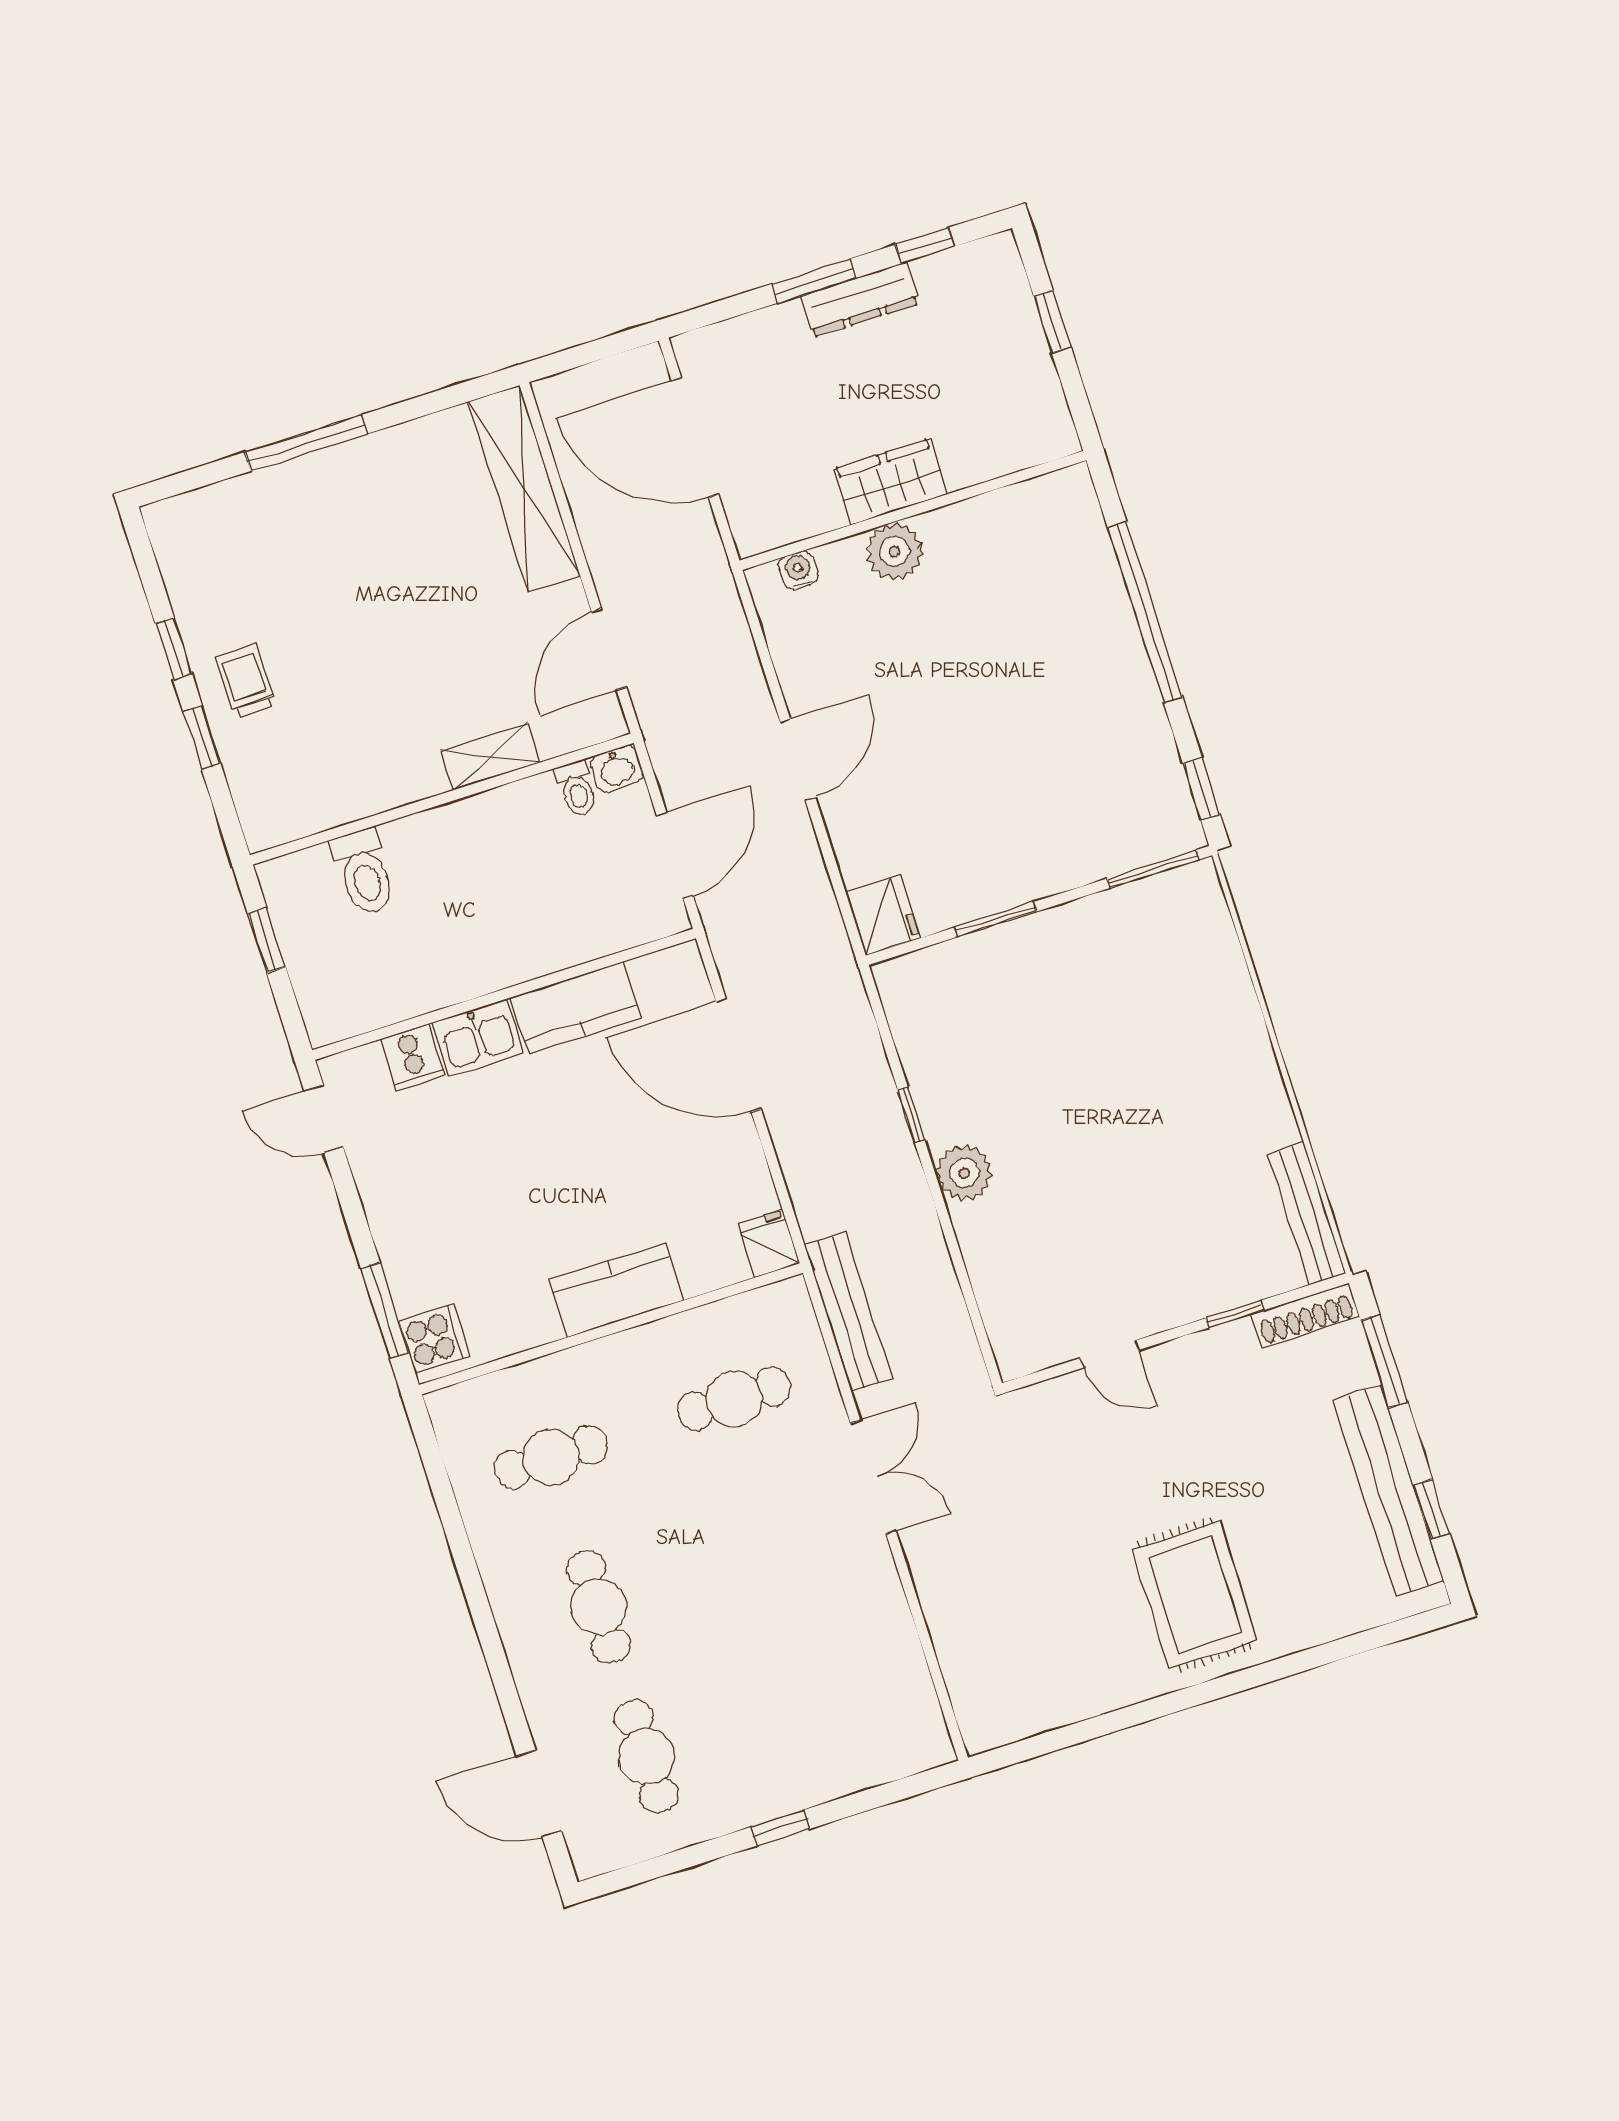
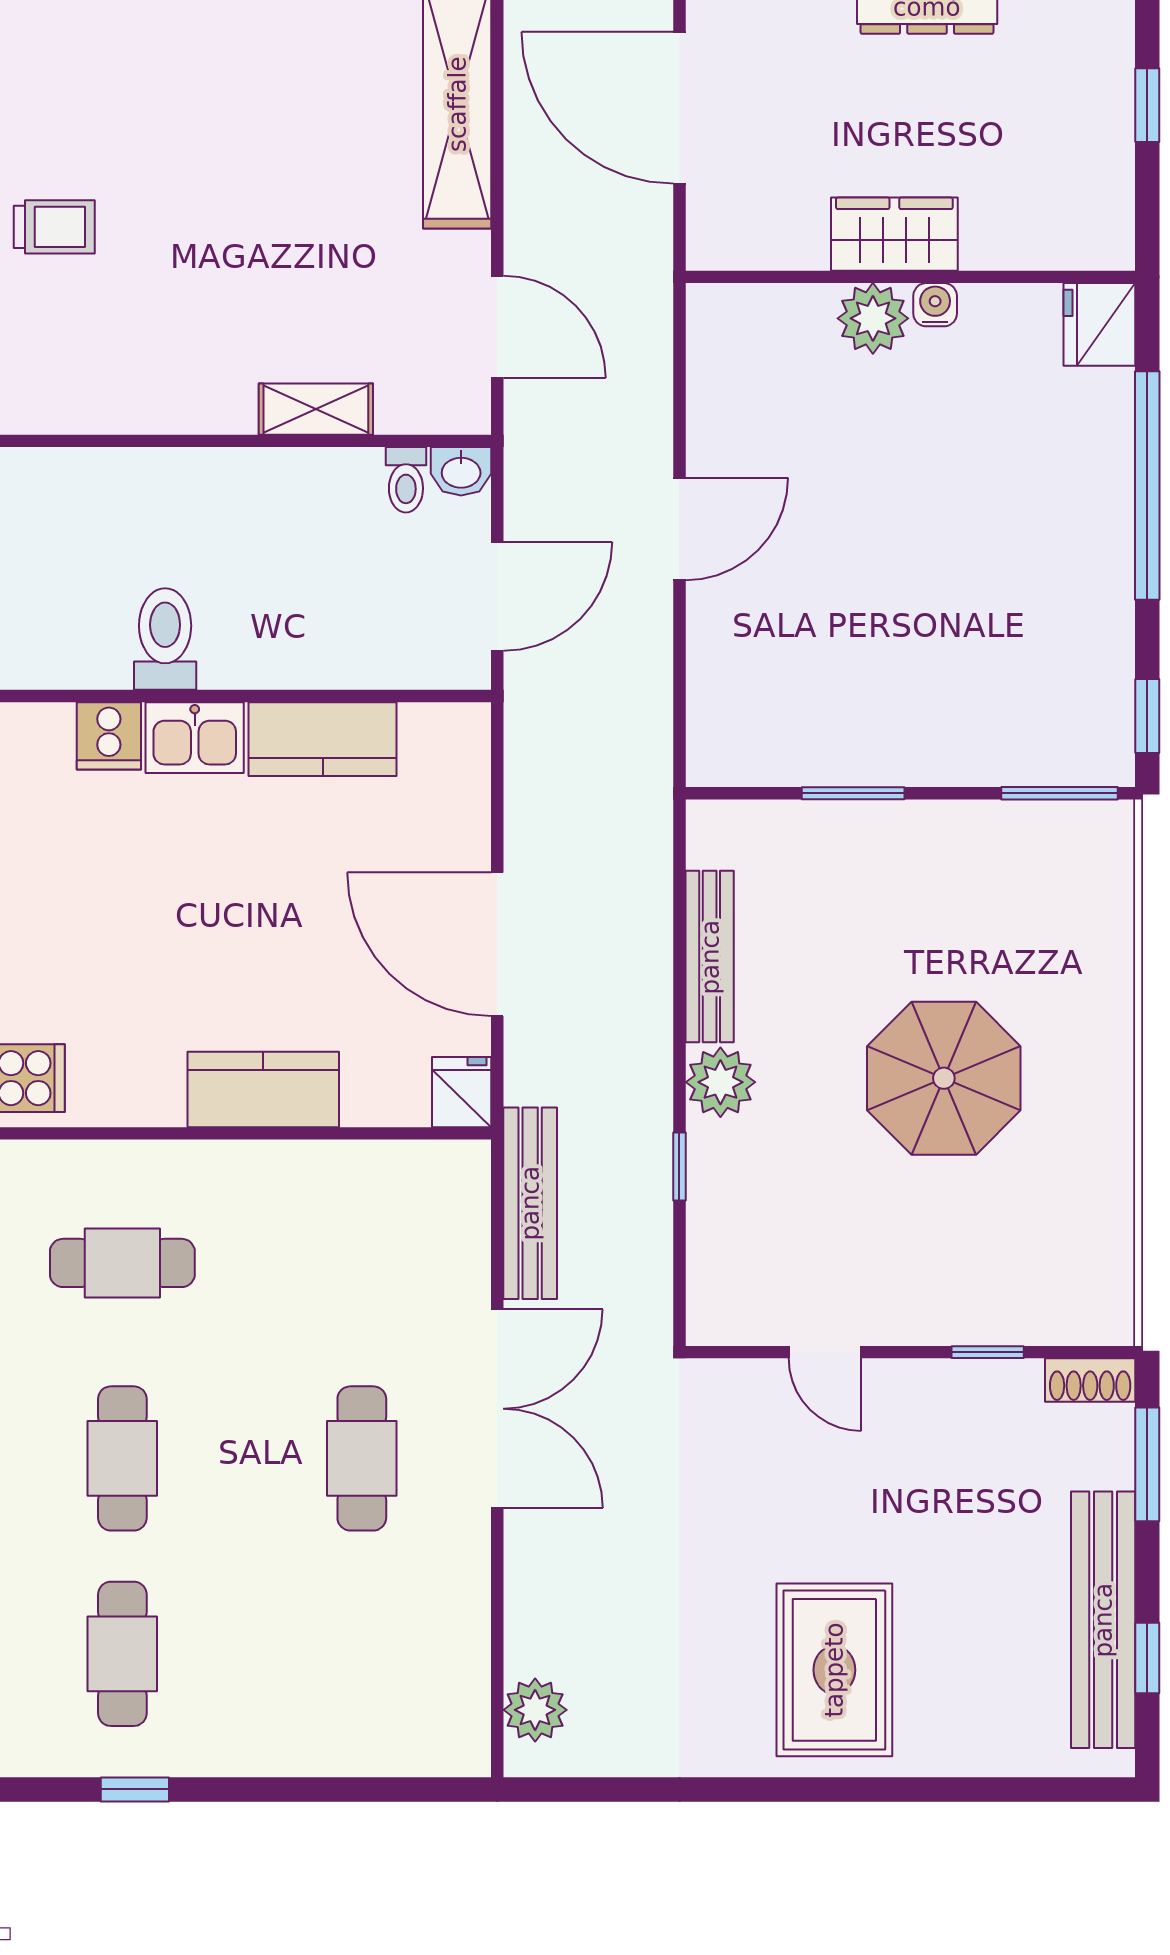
water cooler: (799, 570) -> (935, 305), moved
door: (609, 649) -> (497, 327), swing flipped
trolley: (246, 681) -> (54, 227), turned 90
toilet: (364, 872) -> (165, 639), moved, turned 180
fridge: (883, 915) -> (1099, 324), moved, turned 180
door: (739, 1055) -> (497, 944), moved
window: (911, 1115) -> (679, 1166), moved
parasol: (1134, 1115) -> (944, 1078), added
bench: (1307, 1214) -> (710, 957), moved
shoe rack: (1305, 1315) -> (1090, 1380), width x0.70
cafe table: (734, 1399) -> (362, 1458), moved, turned 90
double door: (873, 1477) -> (497, 1409), width x1.37
plant: (976, 1698) -> (535, 1710), added
window: (780, 1828) -> (135, 1789), moved

